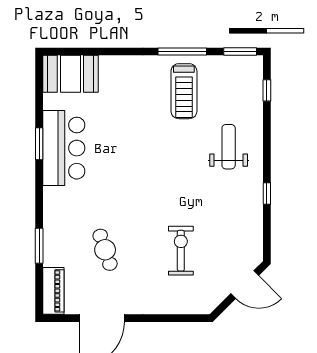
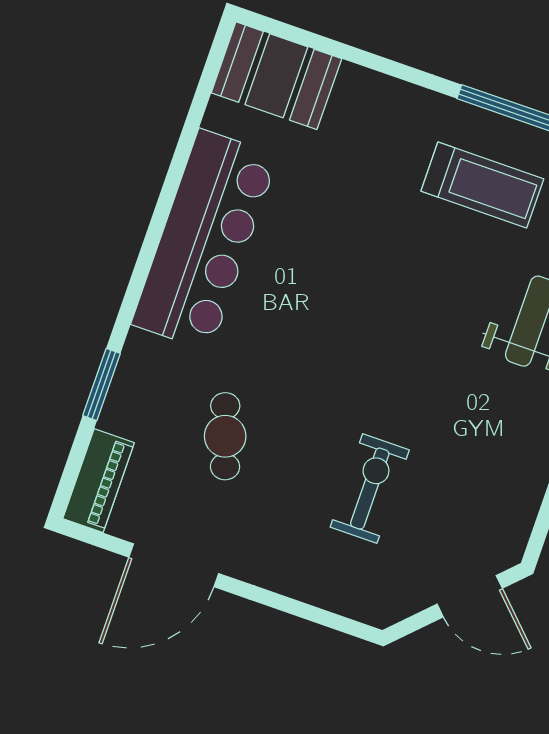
treadmill: (184, 91) -> (482, 185), turned -90
window: (39, 144) -> (170, 189), removed
bar counter: (64, 148) -> (205, 240), width x1.36

